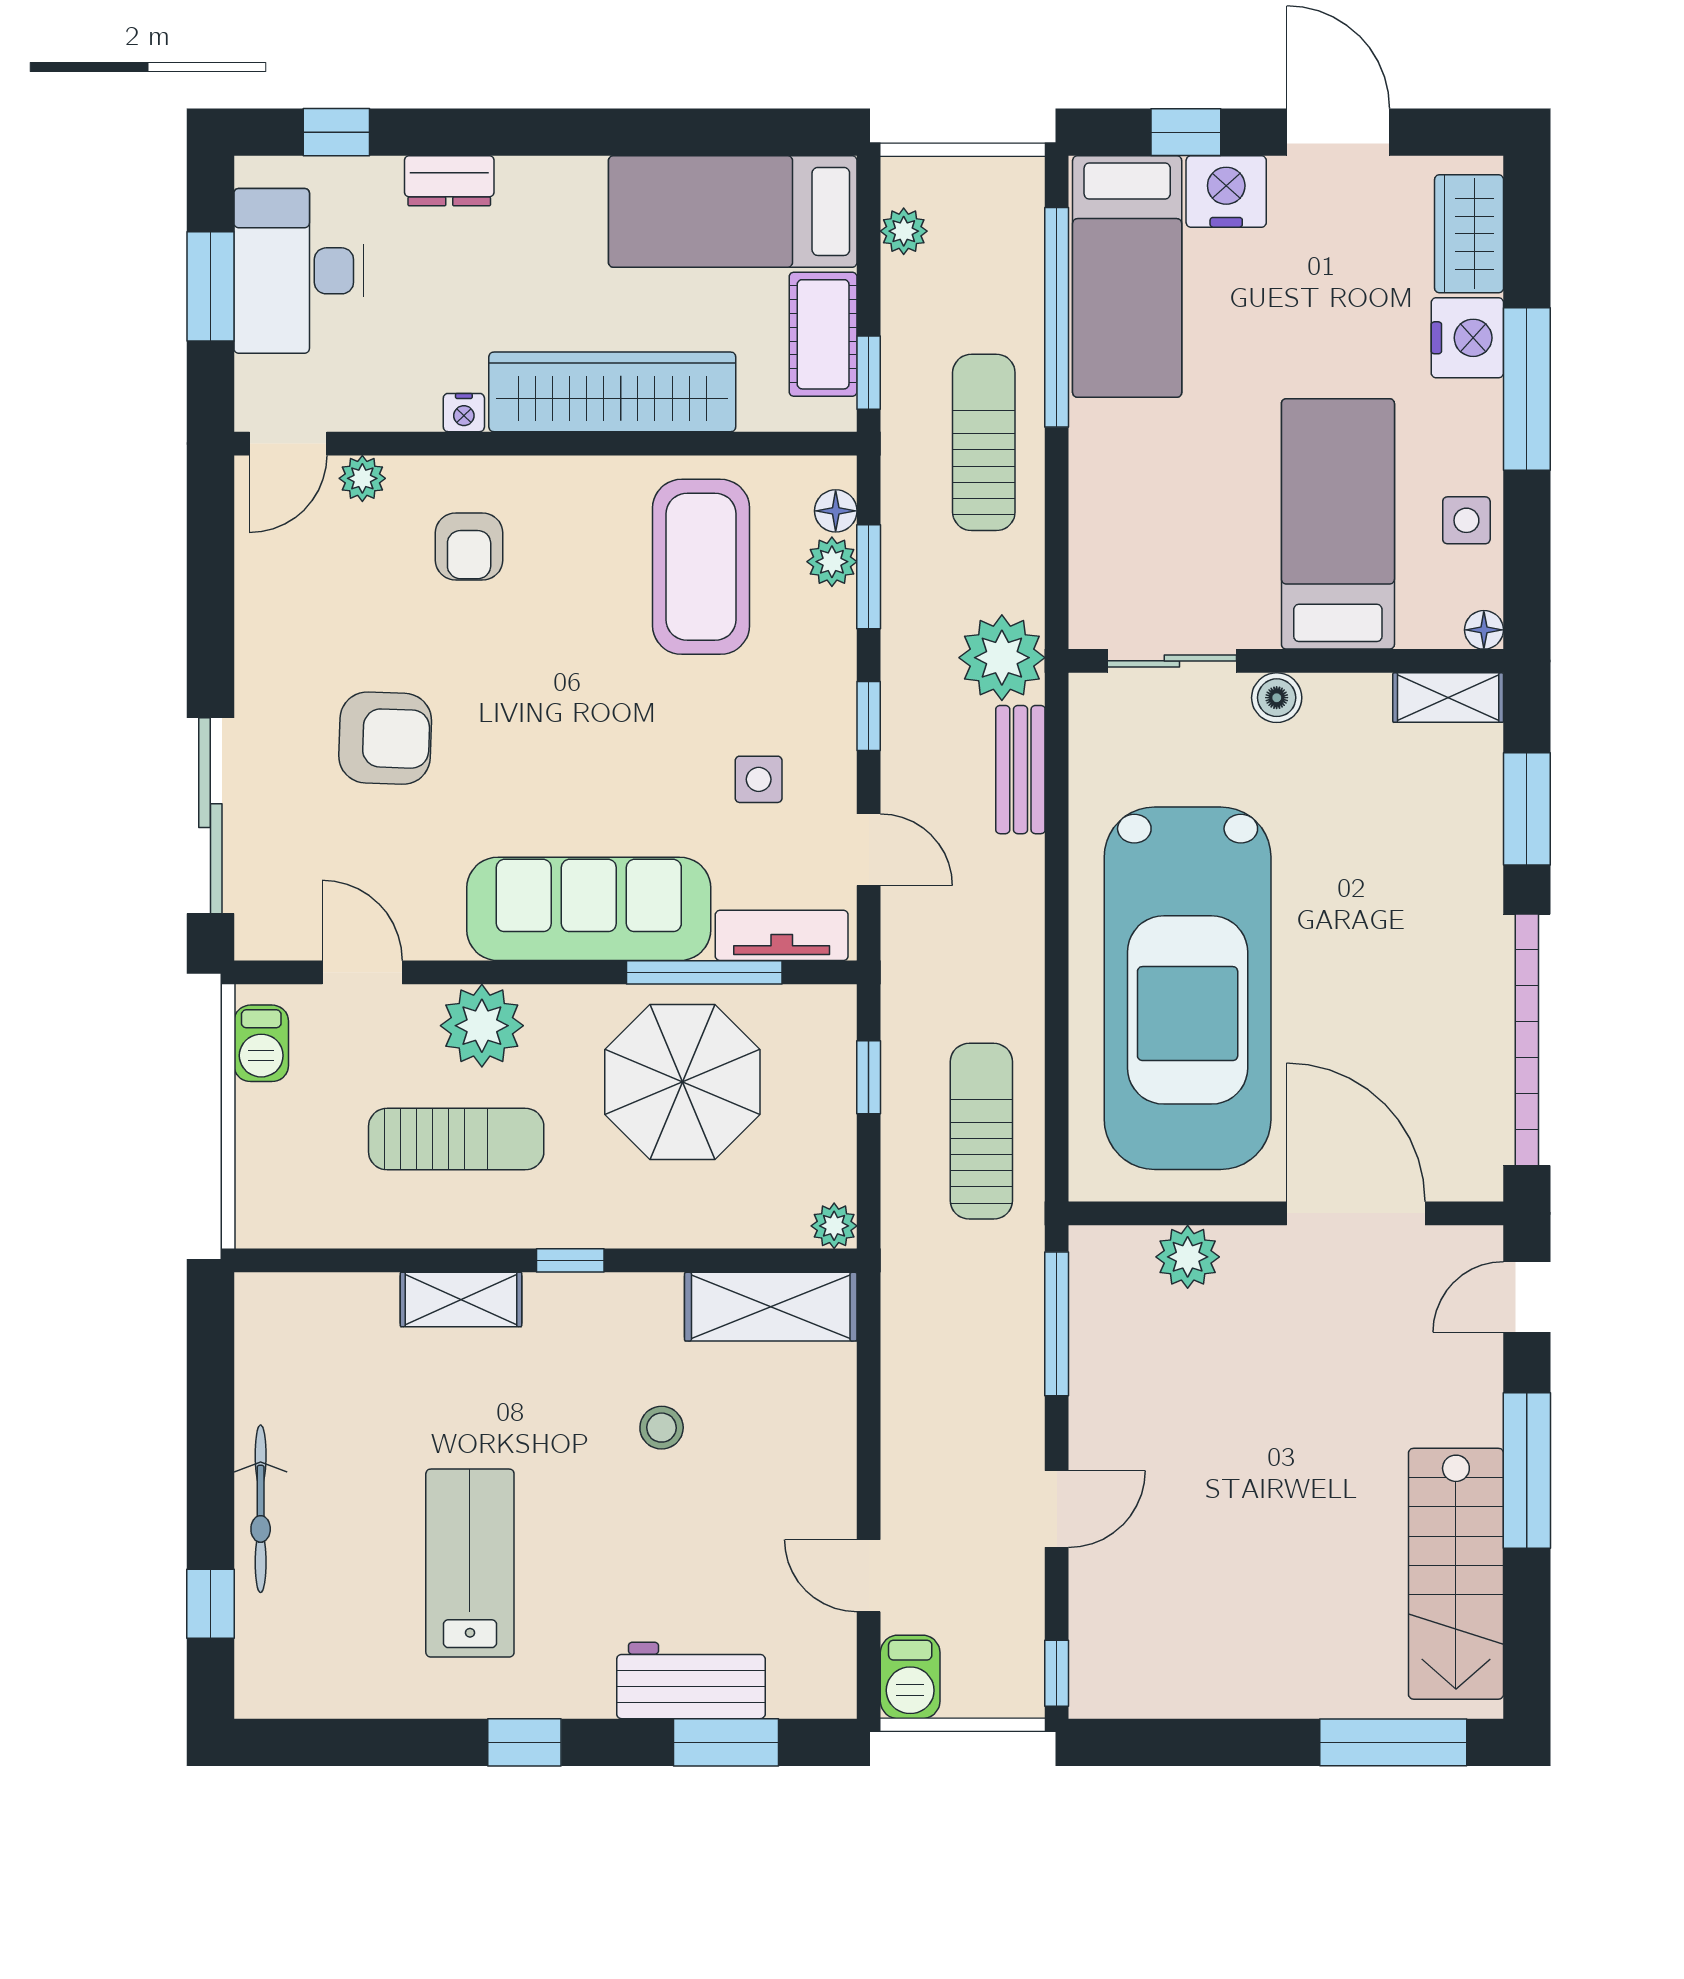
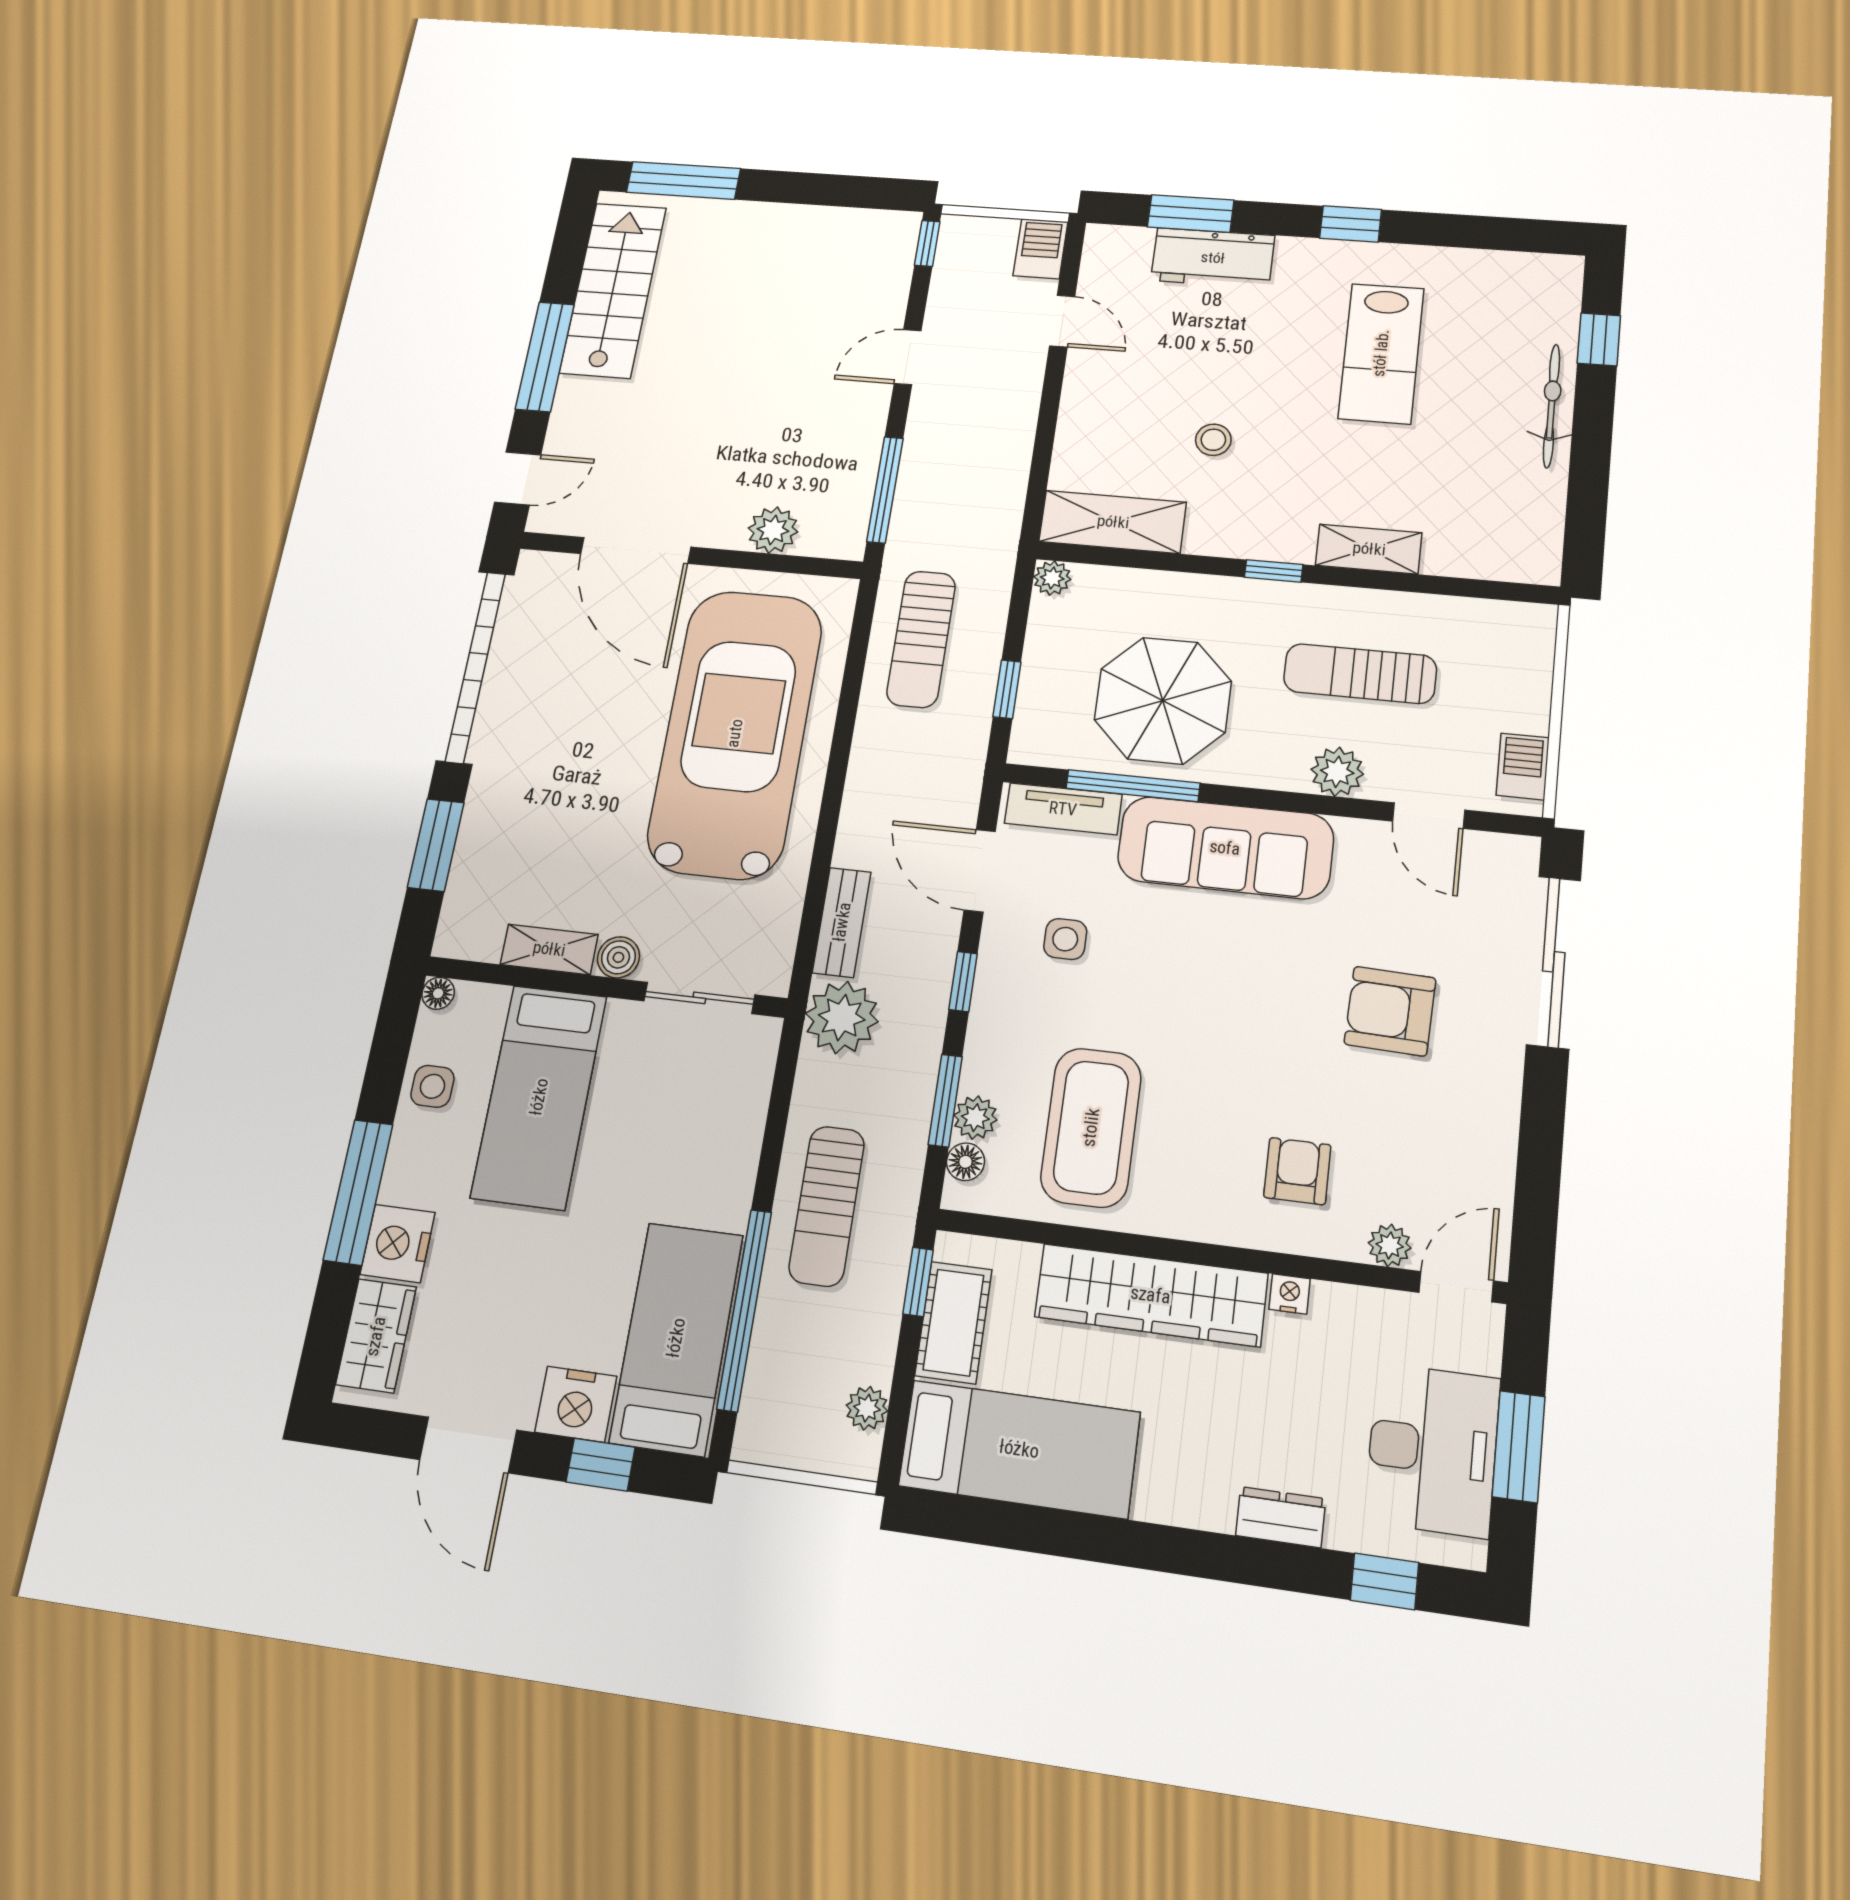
shelving: (1448, 698) -> (549, 949), moved
door: (869, 850) -> (980, 871), width x1.38
plant: (482, 1026) -> (1337, 772), width x0.73, depth x0.73

